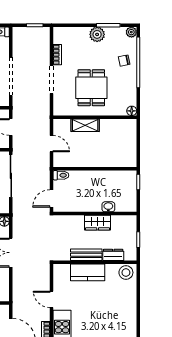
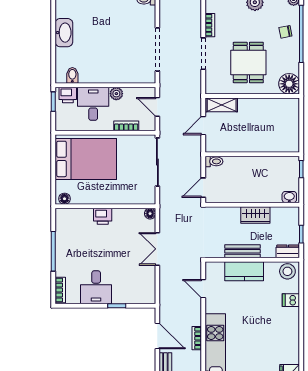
floor lamp: (132, 111) -> (289, 84), width x1.89, depth x1.89
shelving: (85, 125) -> (222, 105), moved
door: (52, 144) -> (203, 126), swing flipped
washbasin: (108, 207) -> (289, 197), moved
dresser: (113, 255) -> (288, 251), moved
dishwasher: (129, 298) -> (291, 300), added
door: (52, 299) -> (203, 289), moved

